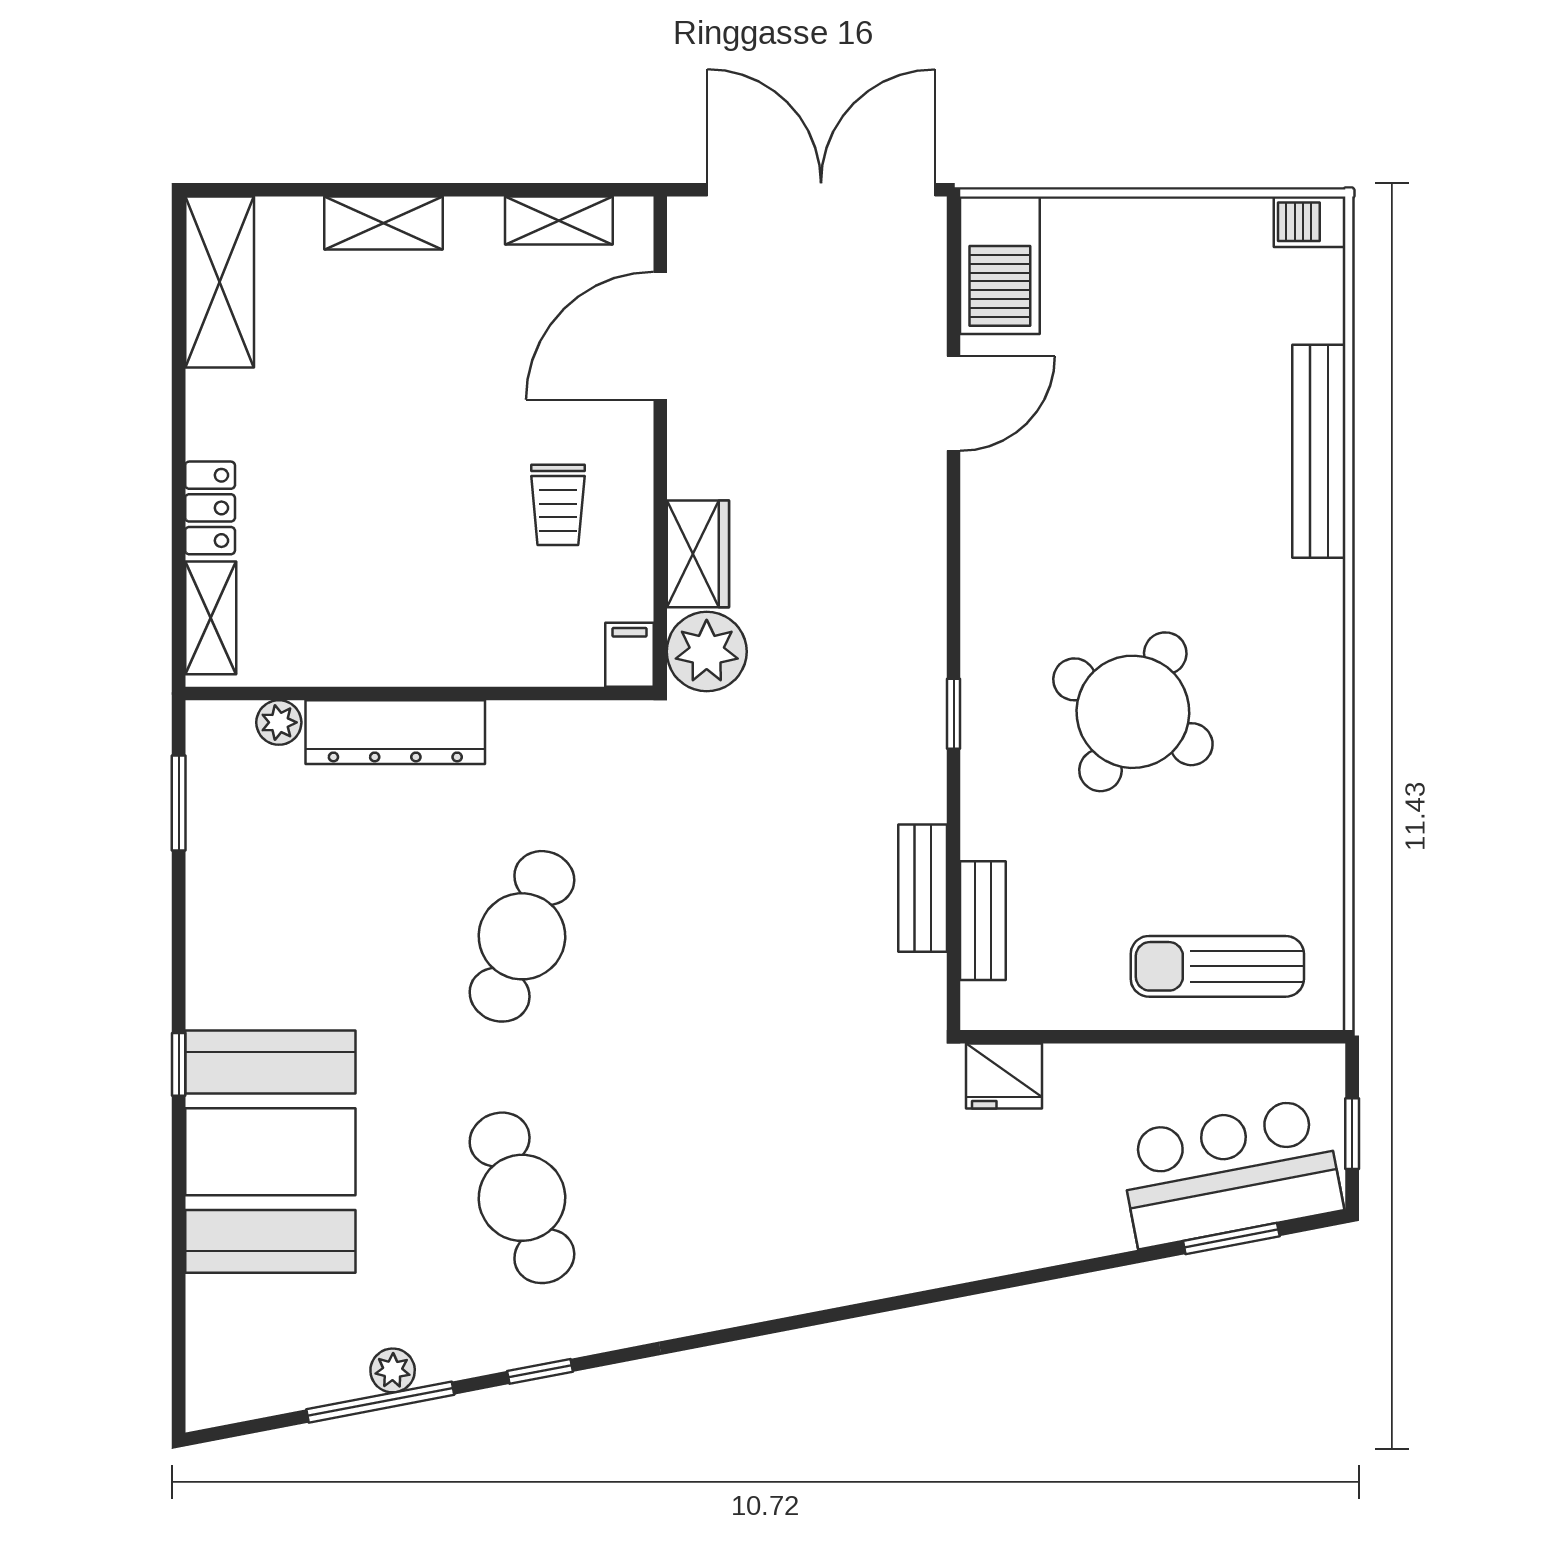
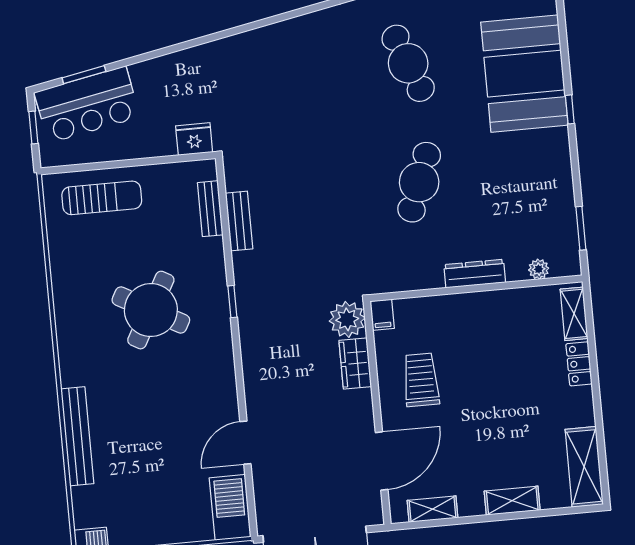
trolley: (558, 505) -> (421, 380), width x1.36, depth x1.39
dresser: (395, 732) -> (475, 274), width x0.73, depth x0.80

